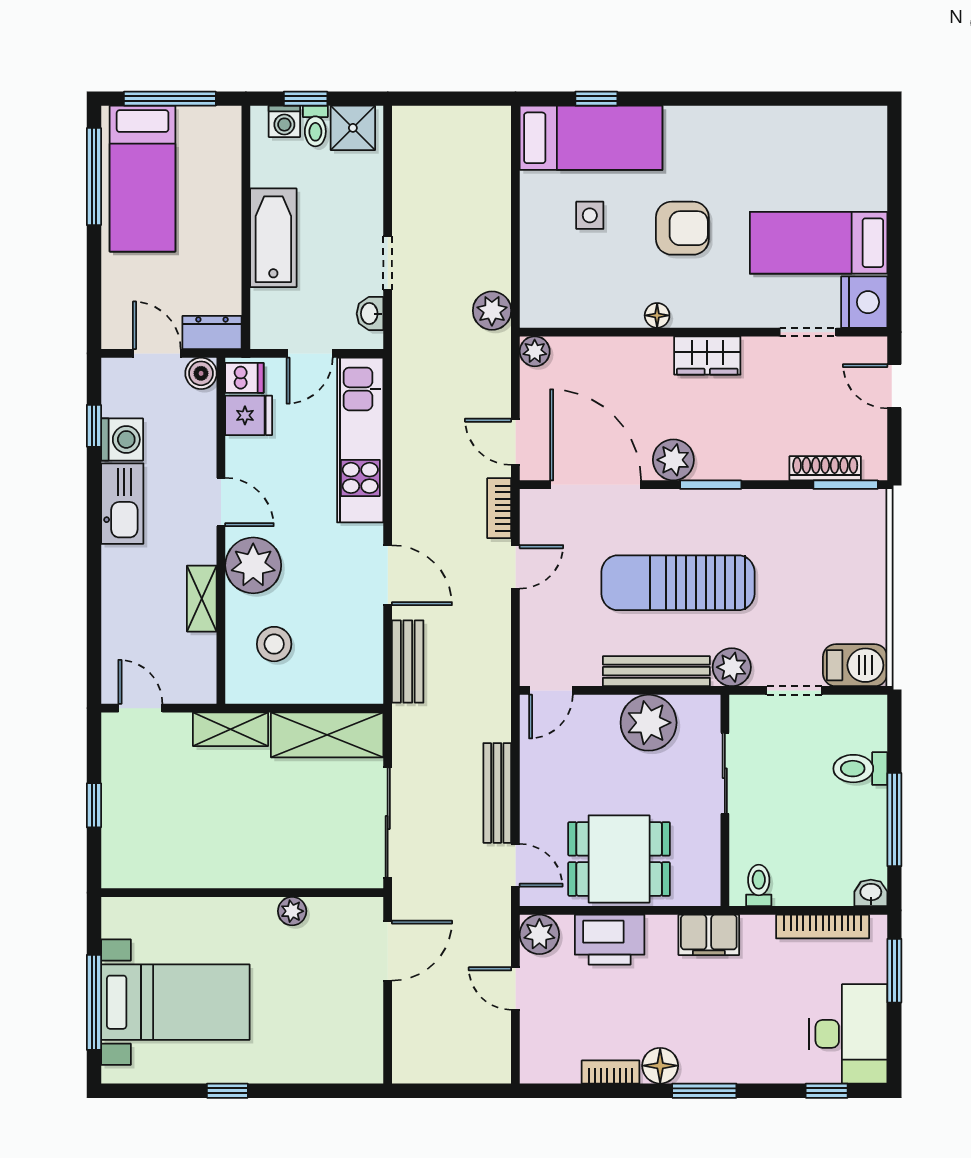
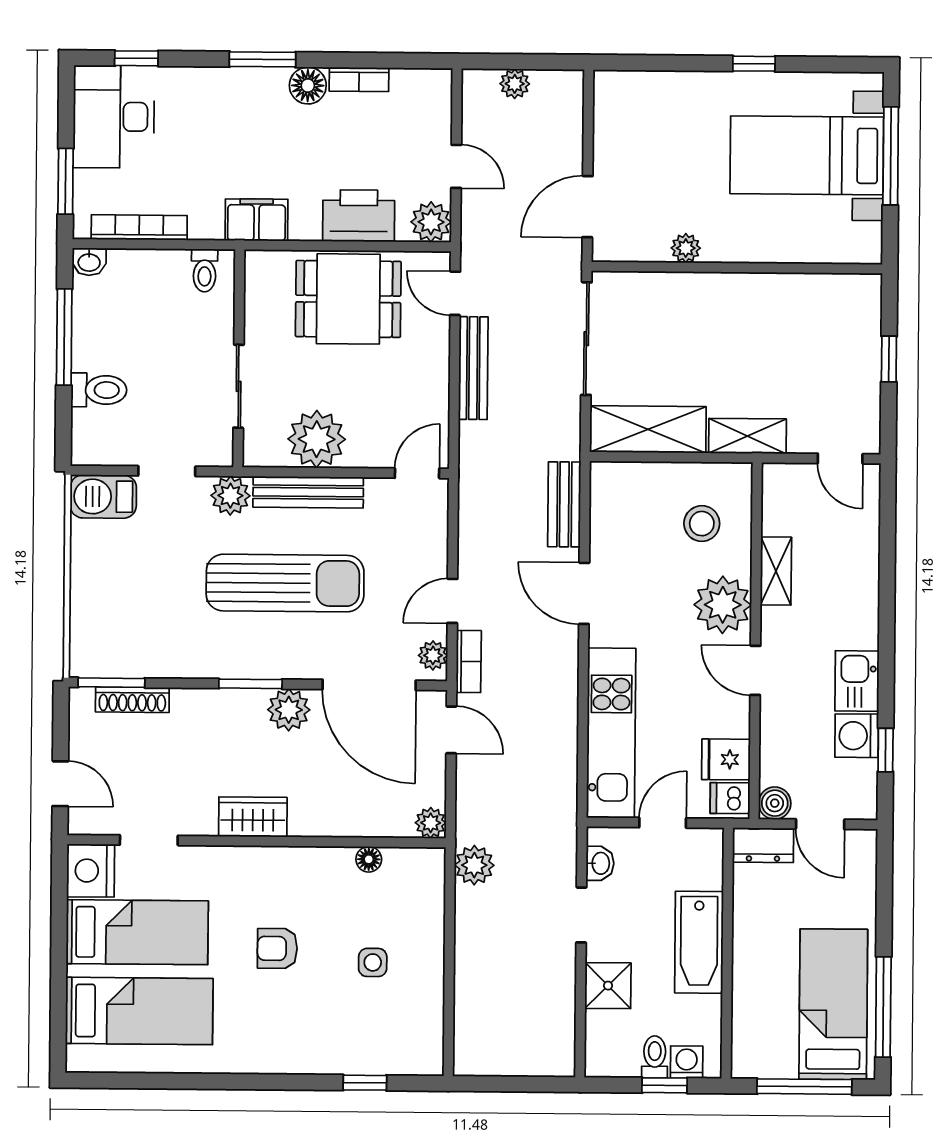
shower: (353, 128) -> (608, 986), moved
bed: (591, 138) -> (139, 1011), moved, turned 180
armchair: (682, 228) -> (277, 948), width x0.72, depth x0.72
floor lamp: (657, 315) -> (369, 859), moved
kitchen sink: (122, 504) -> (857, 681), width x0.73
plant: (534, 514) -> (433, 655), added
plant: (459, 1069) -> (515, 84), added

